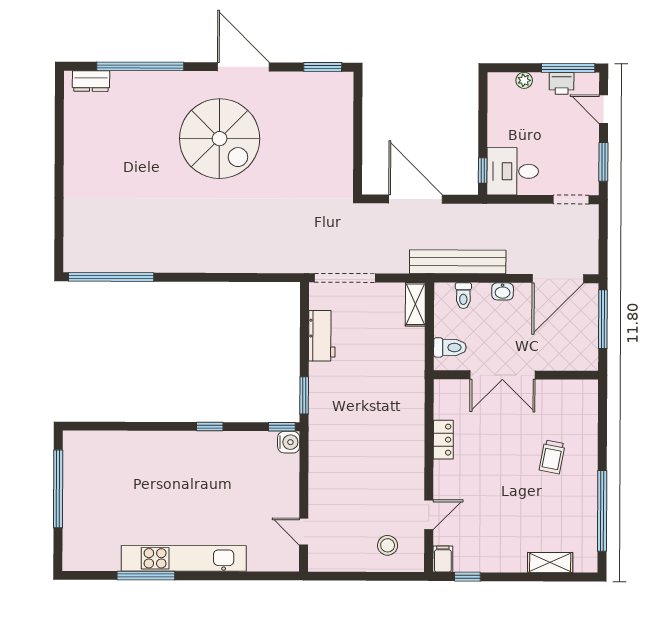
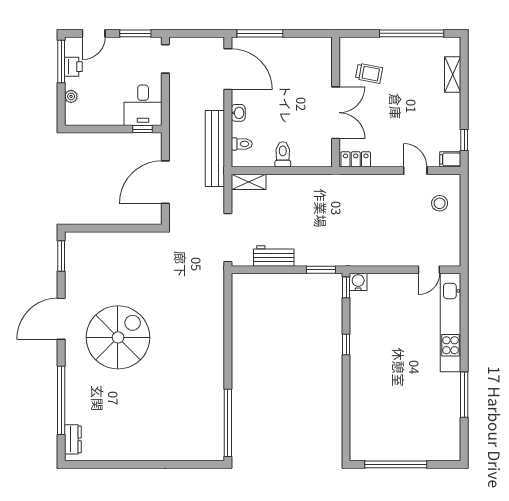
double door: (502, 375) -> (336, 113), moved
wall: (516, 375) -> (336, 102), moved
kitchen unit: (184, 558) -> (450, 323), moved

